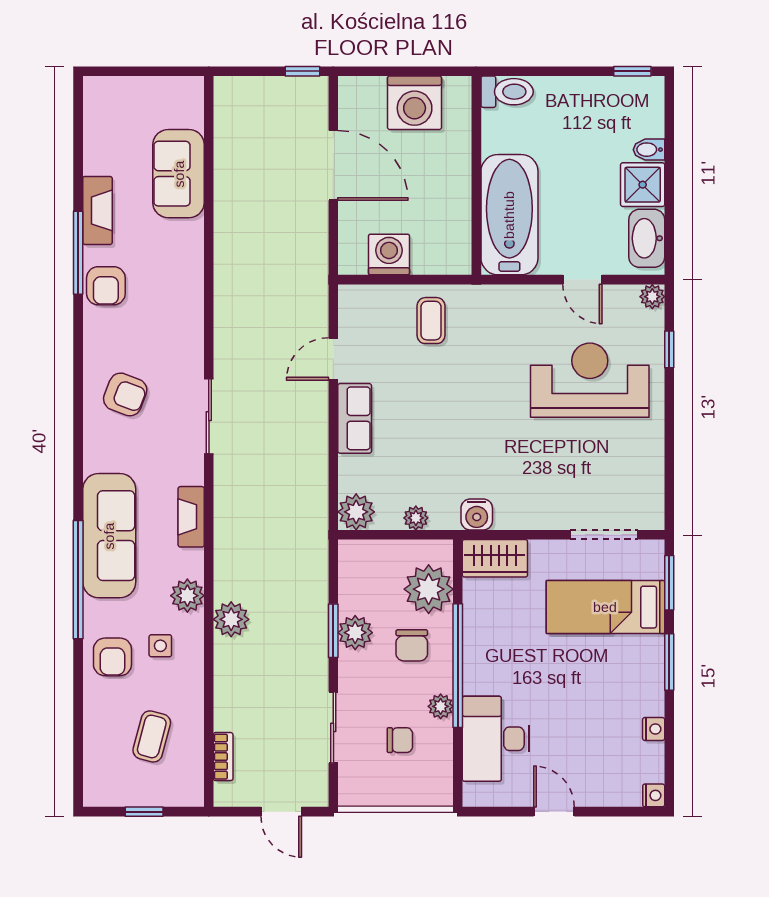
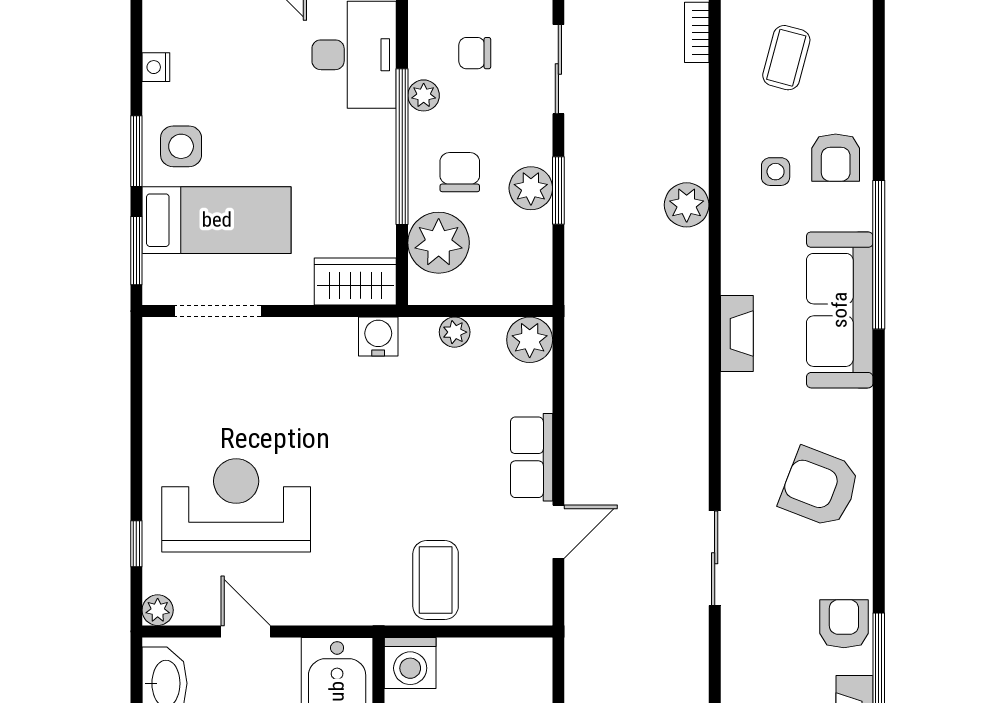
washing machine: (389, 255) -> (410, 663), moved
coffee table: (431, 321) -> (436, 580), width x1.36, depth x1.30
reception desk: (590, 380) -> (236, 505), turned 180
armchair: (125, 394) -> (820, 487), width x1.38, depth x1.38
sliding door: (209, 416) -> (715, 558), moved
plant: (187, 596) -> (742, 235), removed
armchair: (112, 657) -> (836, 158), turned 180
side table: (634, 666) -> (181, 146), added

